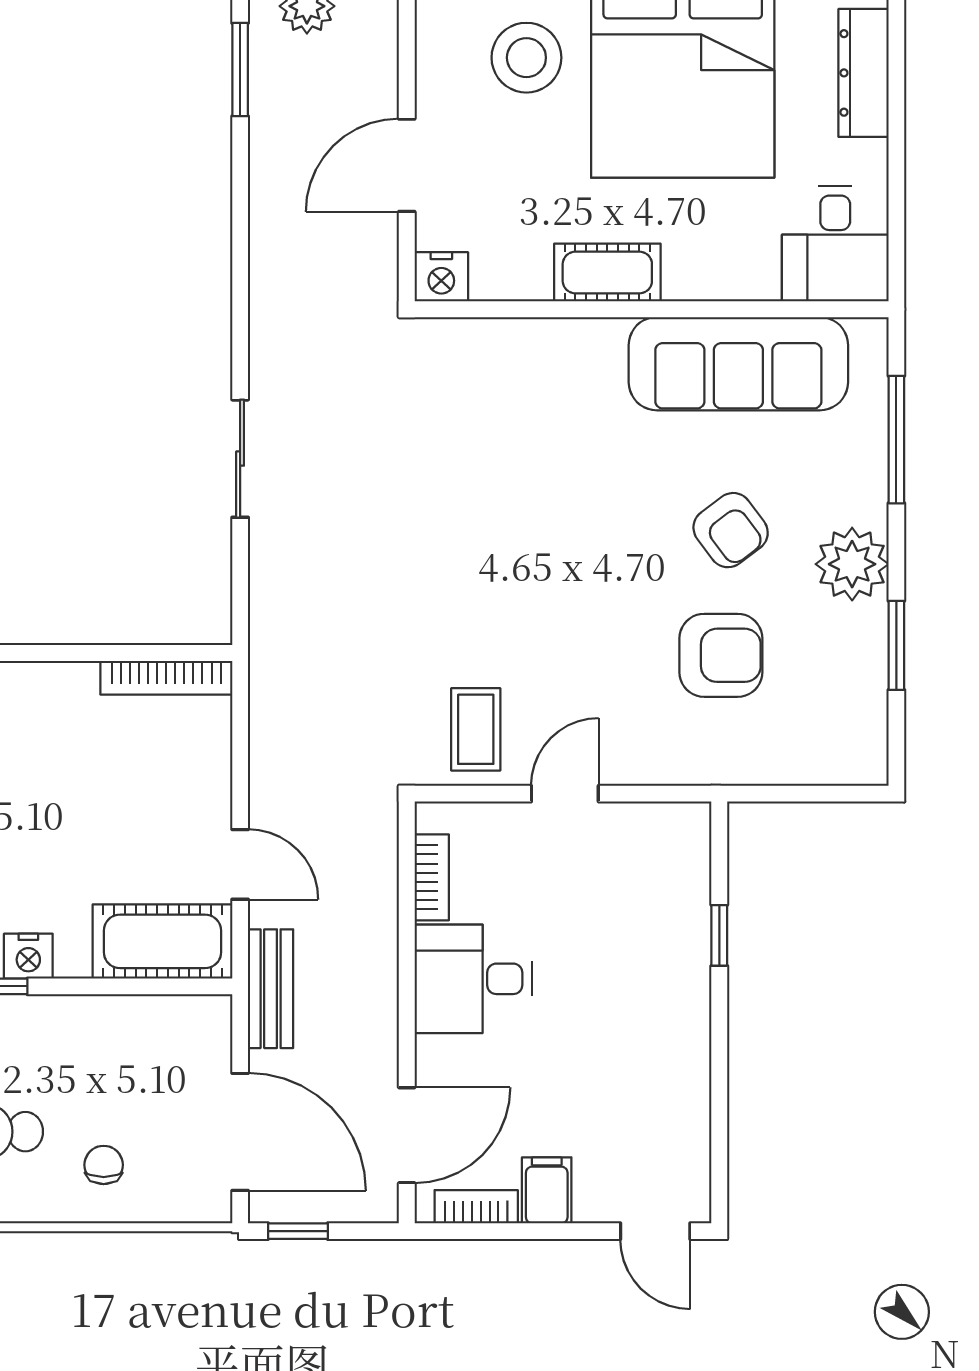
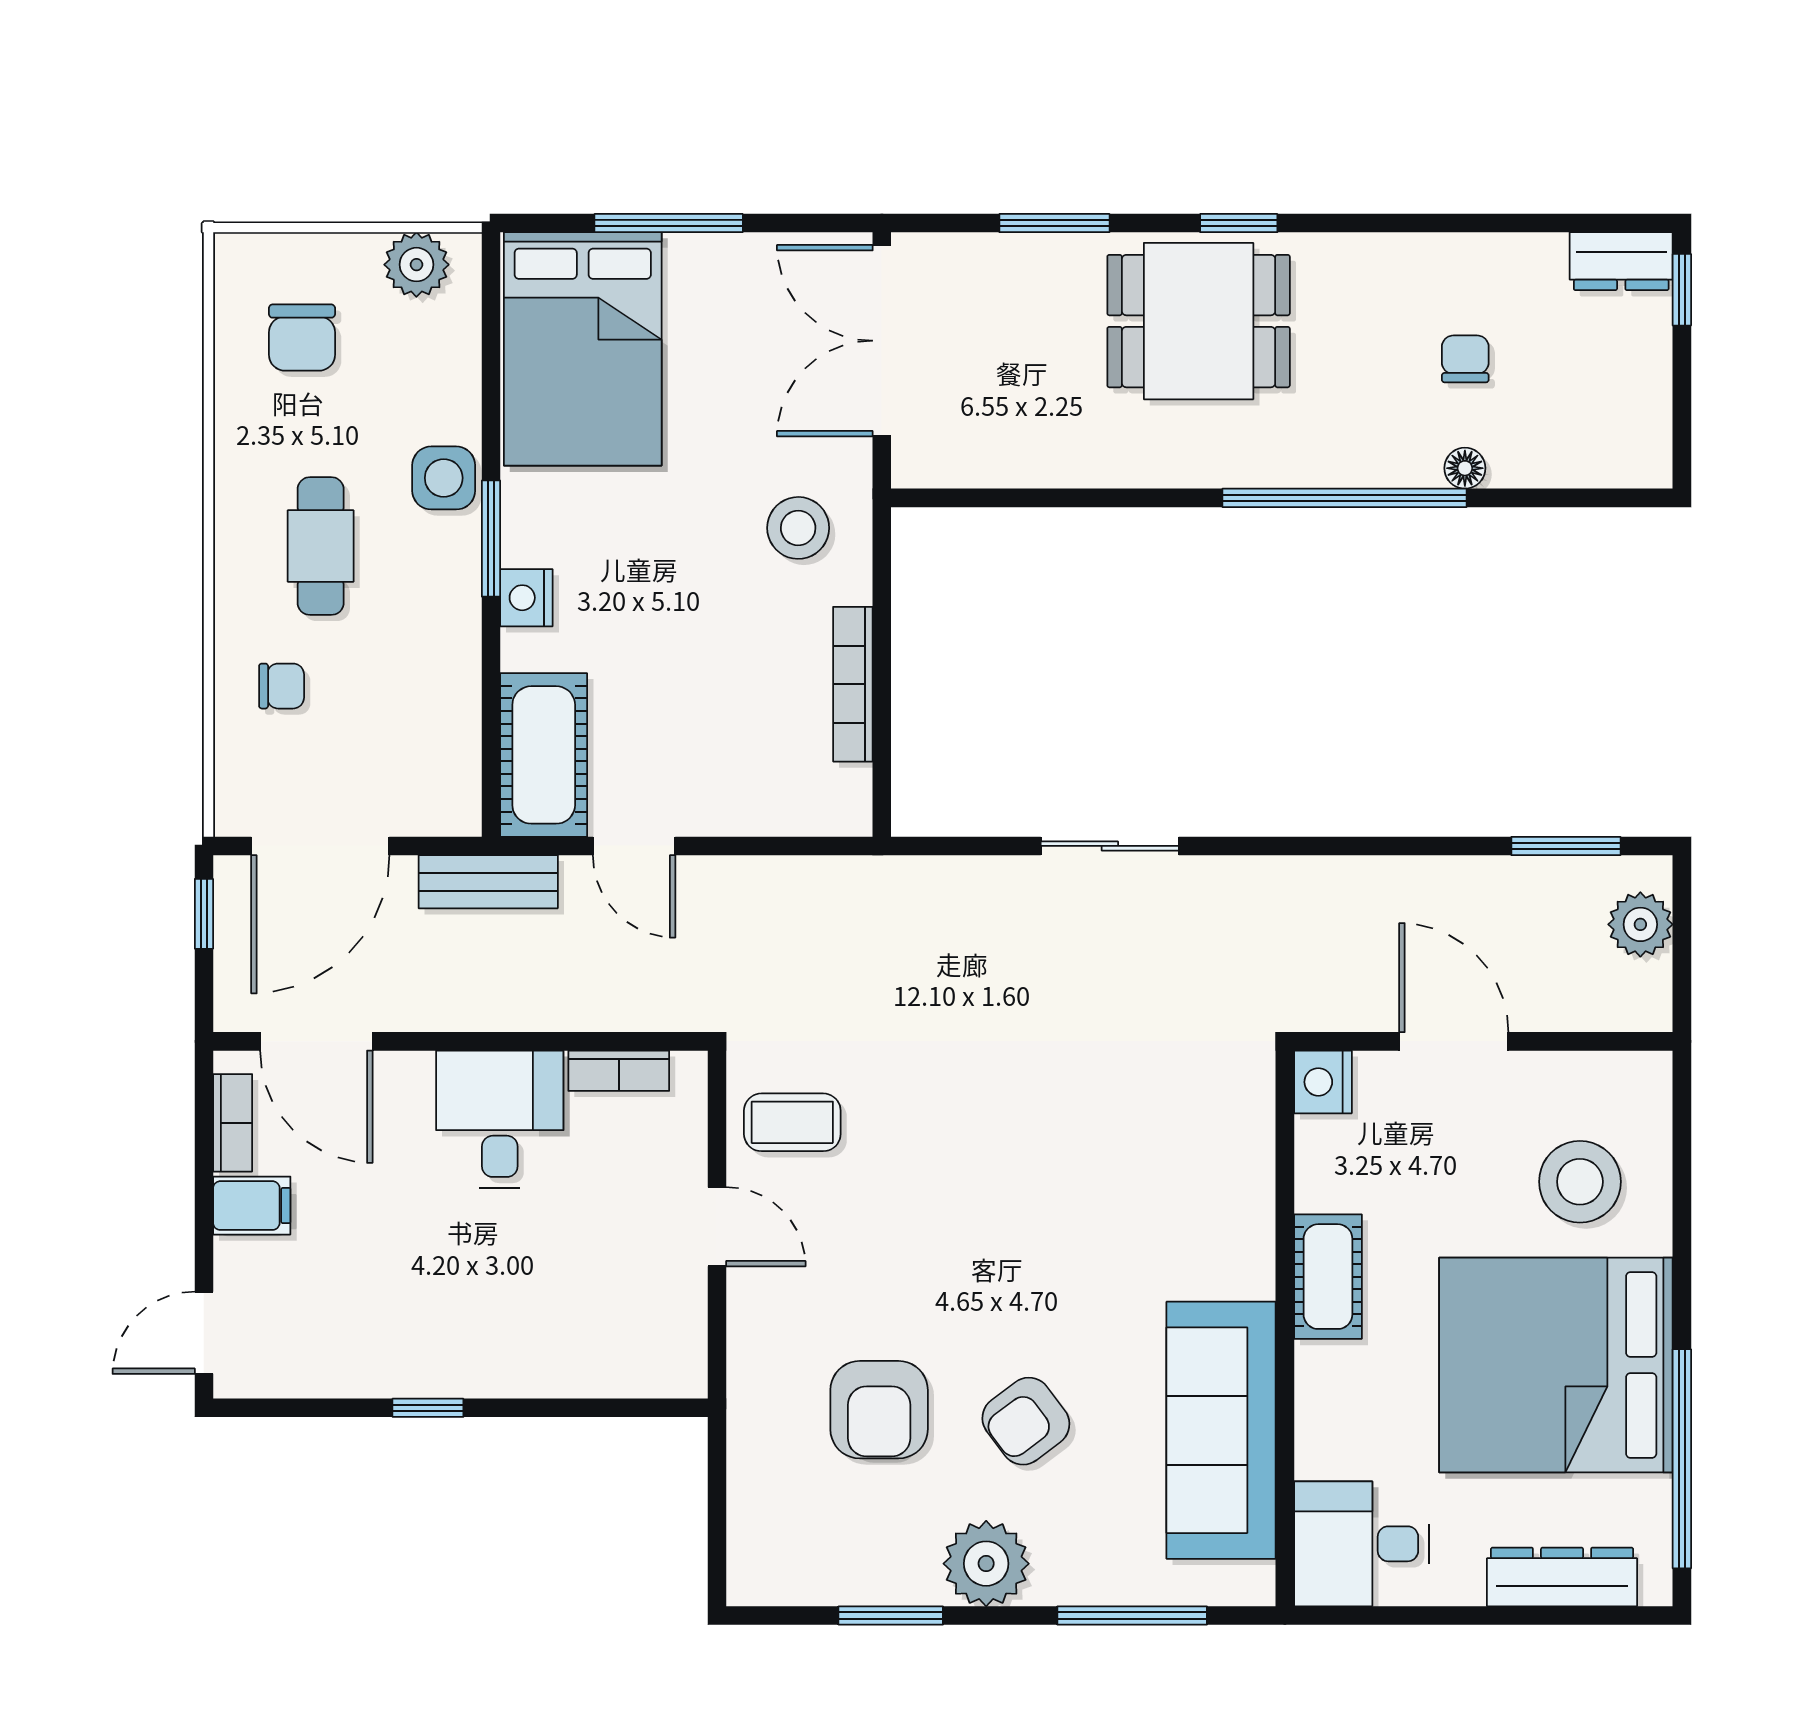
bookcase: (166, 678) -> (853, 684), moved
door: (240, 864) -> (634, 846), hinge flipped
window: (719, 935) -> (428, 1408), moved

